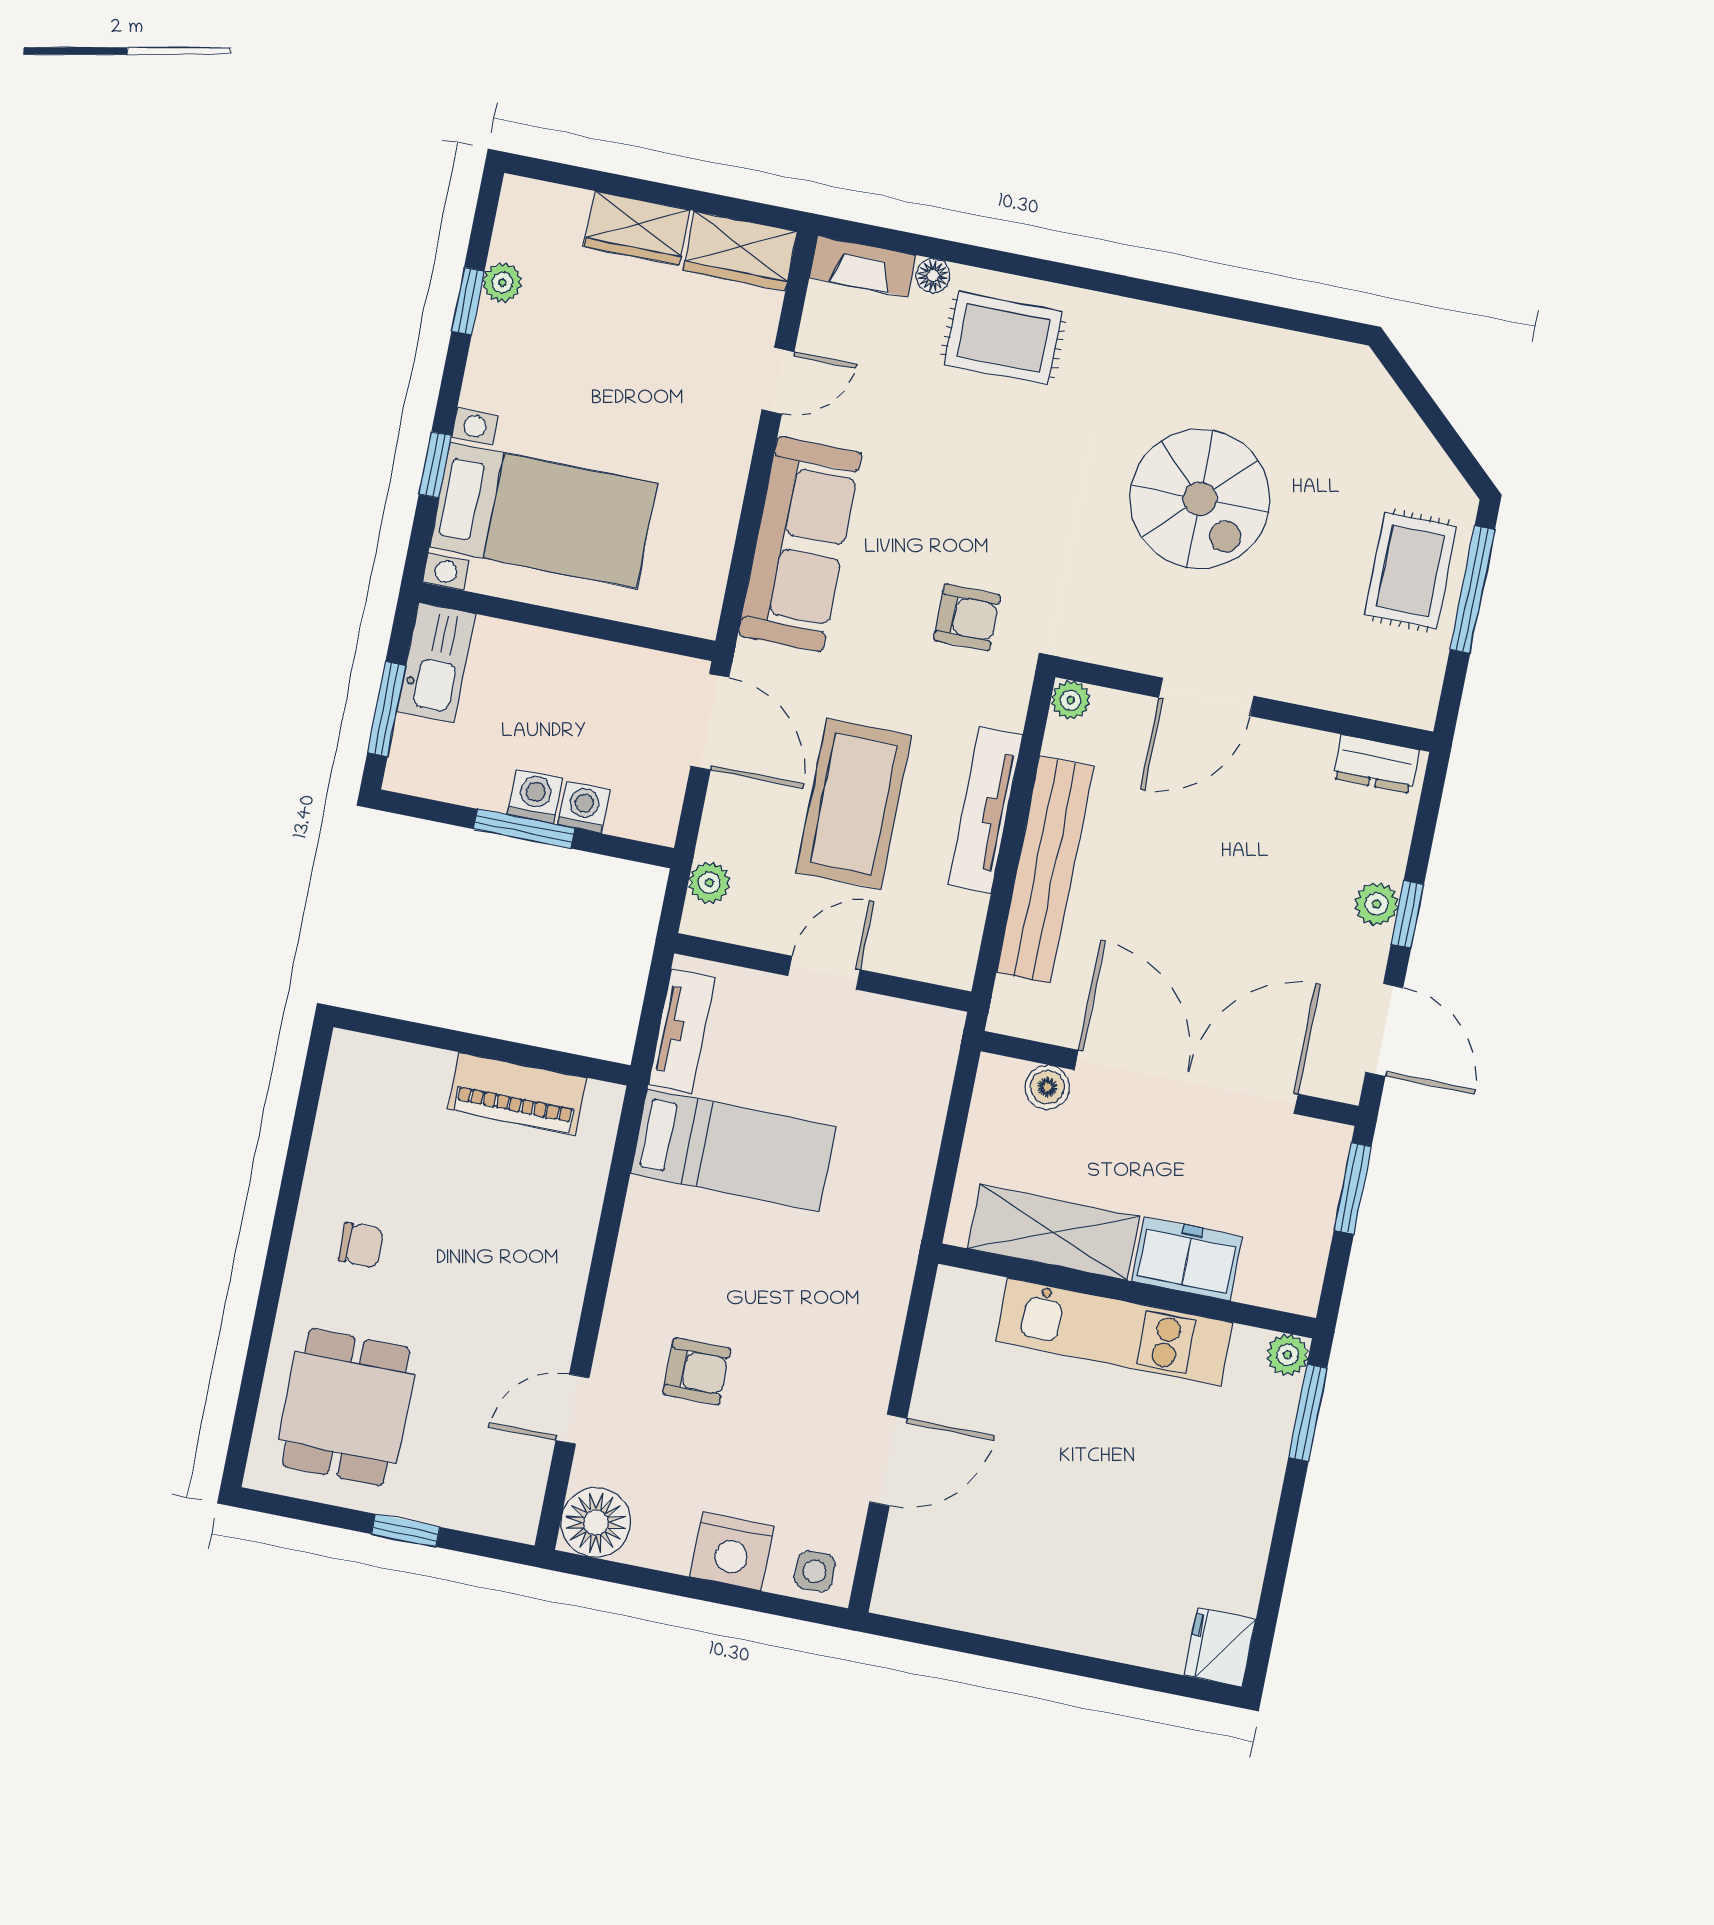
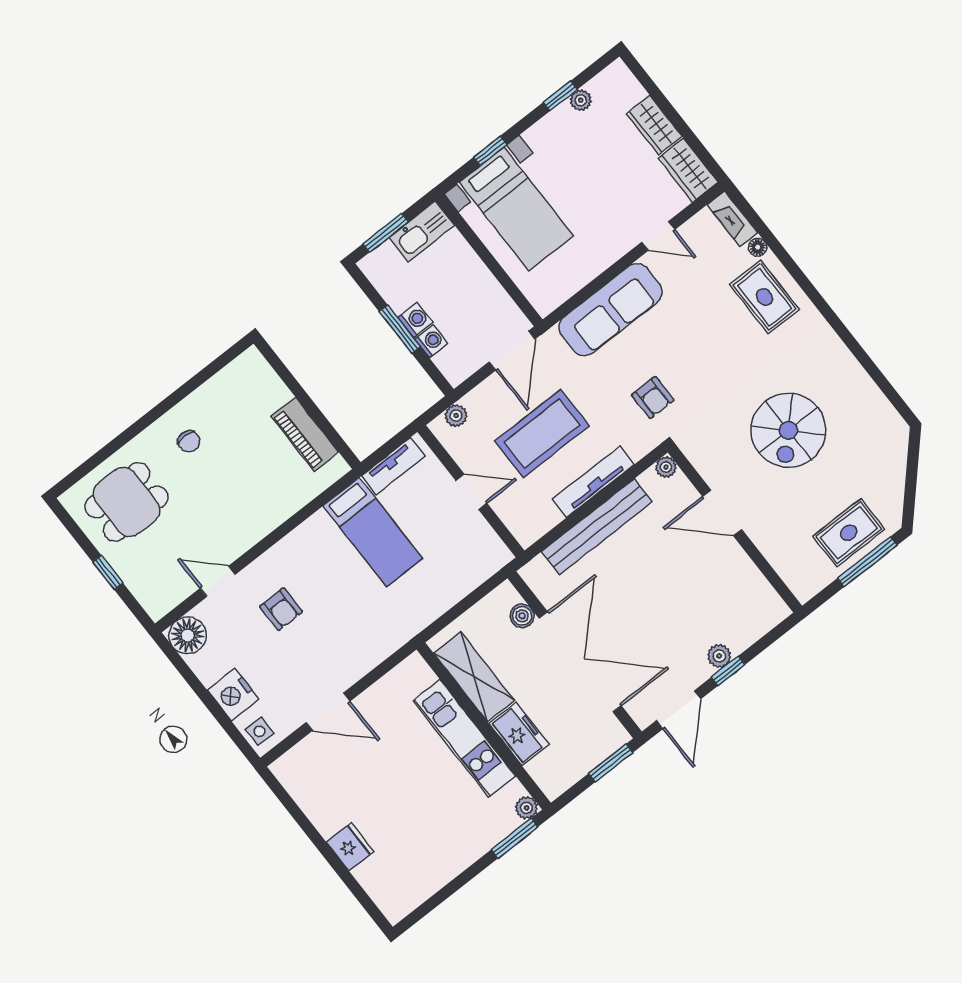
dresser: (1376, 764) -> (768, 599), removed
fridge: (1220, 1647) -> (350, 847), moved, turned 90

